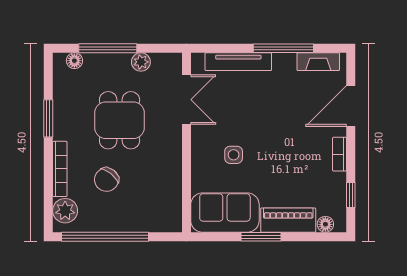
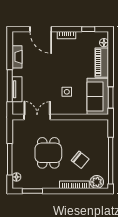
window: (283, 48) -> (10, 86), moved
plant: (141, 62) -> (17, 141), removed
tv unit: (238, 62) -> (17, 89), width x0.71
fireplace: (318, 62) -> (17, 57), moved
window: (48, 118) -> (32, 191), moved
dining table: (120, 120) -> (48, 153), turned 90
window: (261, 237) -> (111, 97), moved

